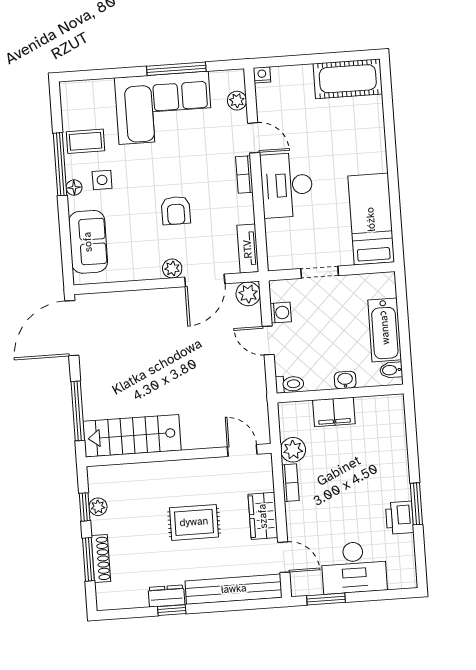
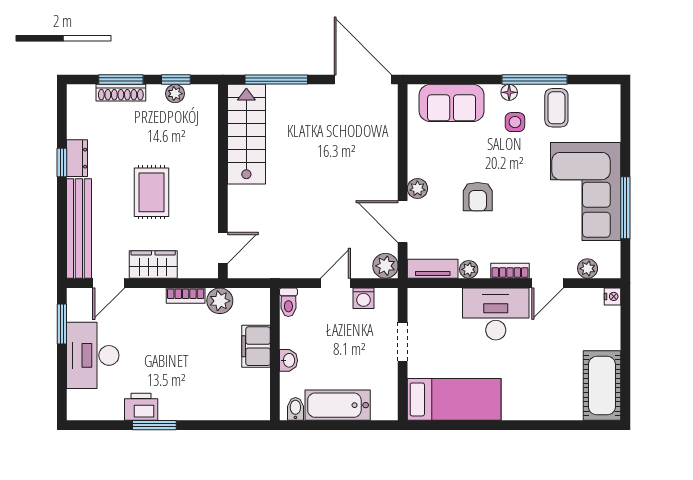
armchair: (176, 210) -> (478, 197), turned -90
plant: (246, 214) -> (469, 269), added

